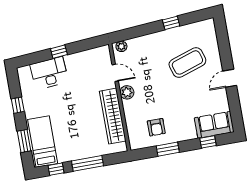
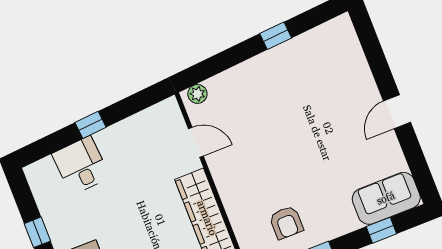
coffee table: (187, 62) -> (318, 99), removed
desk: (49, 73) -> (81, 165), width x0.73
plant: (127, 92) -> (223, 172), removed

